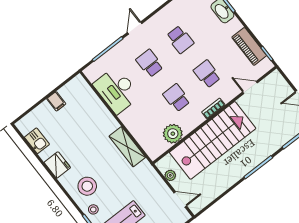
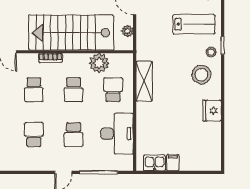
school desk: (146, 122) -> (113, 90), added
kitchen sink: (37, 141) -> (154, 163), moved, turned 90

